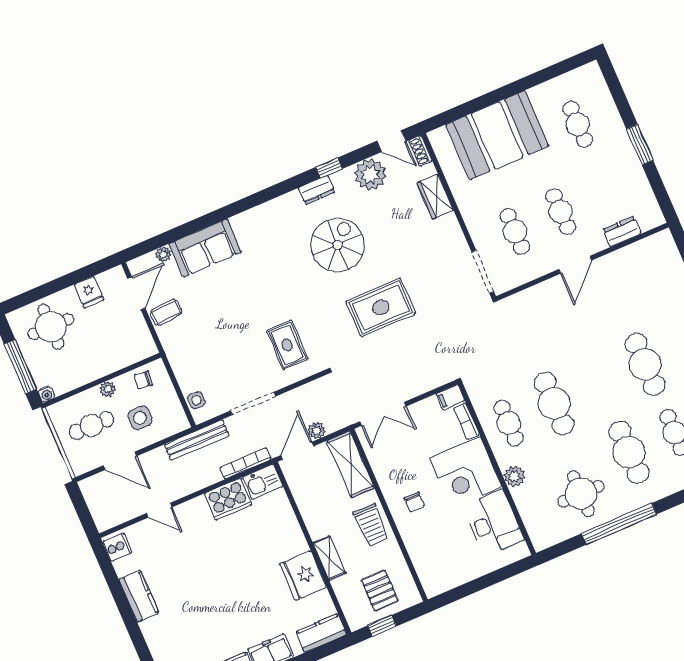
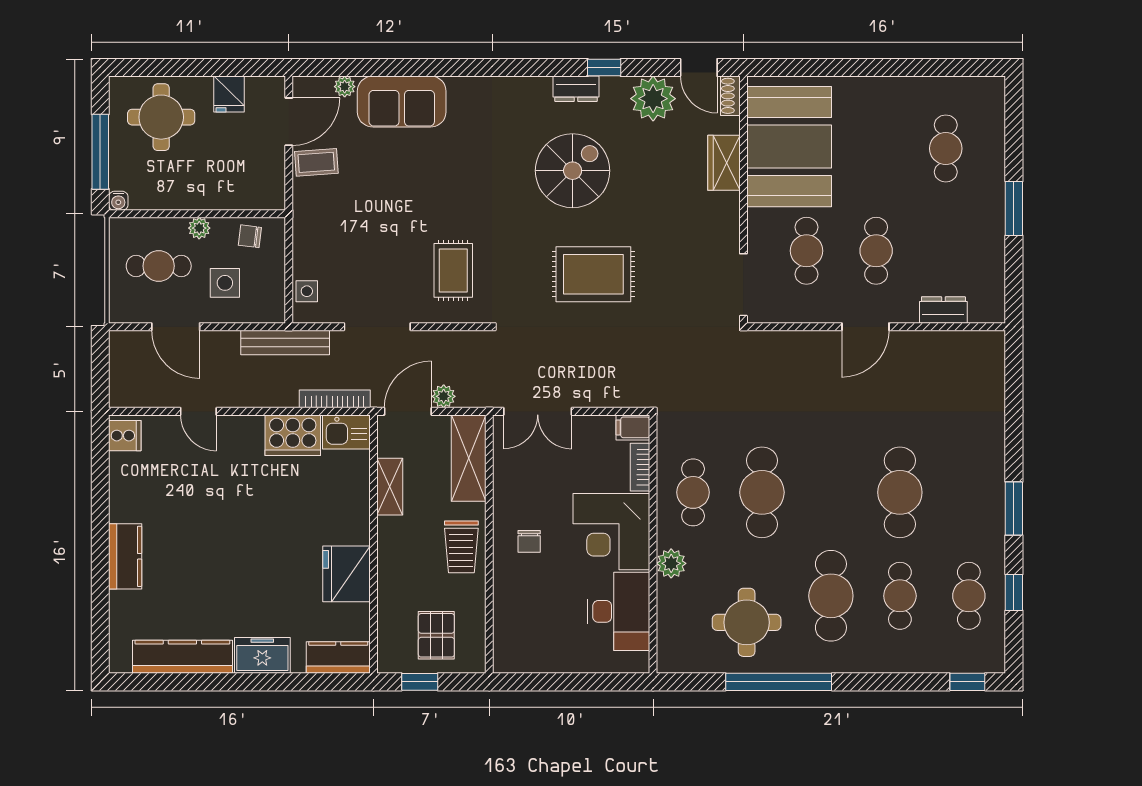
booth: (497, 135) -> (789, 147), moved, turned 90
shelving: (329, 558) -> (390, 487), moved
kitchen counter: (139, 596) -> (125, 556), moved

